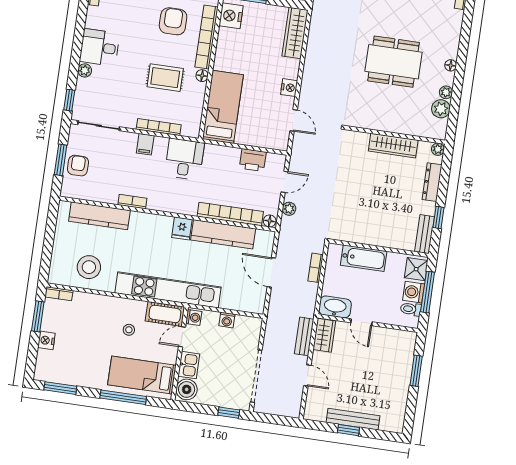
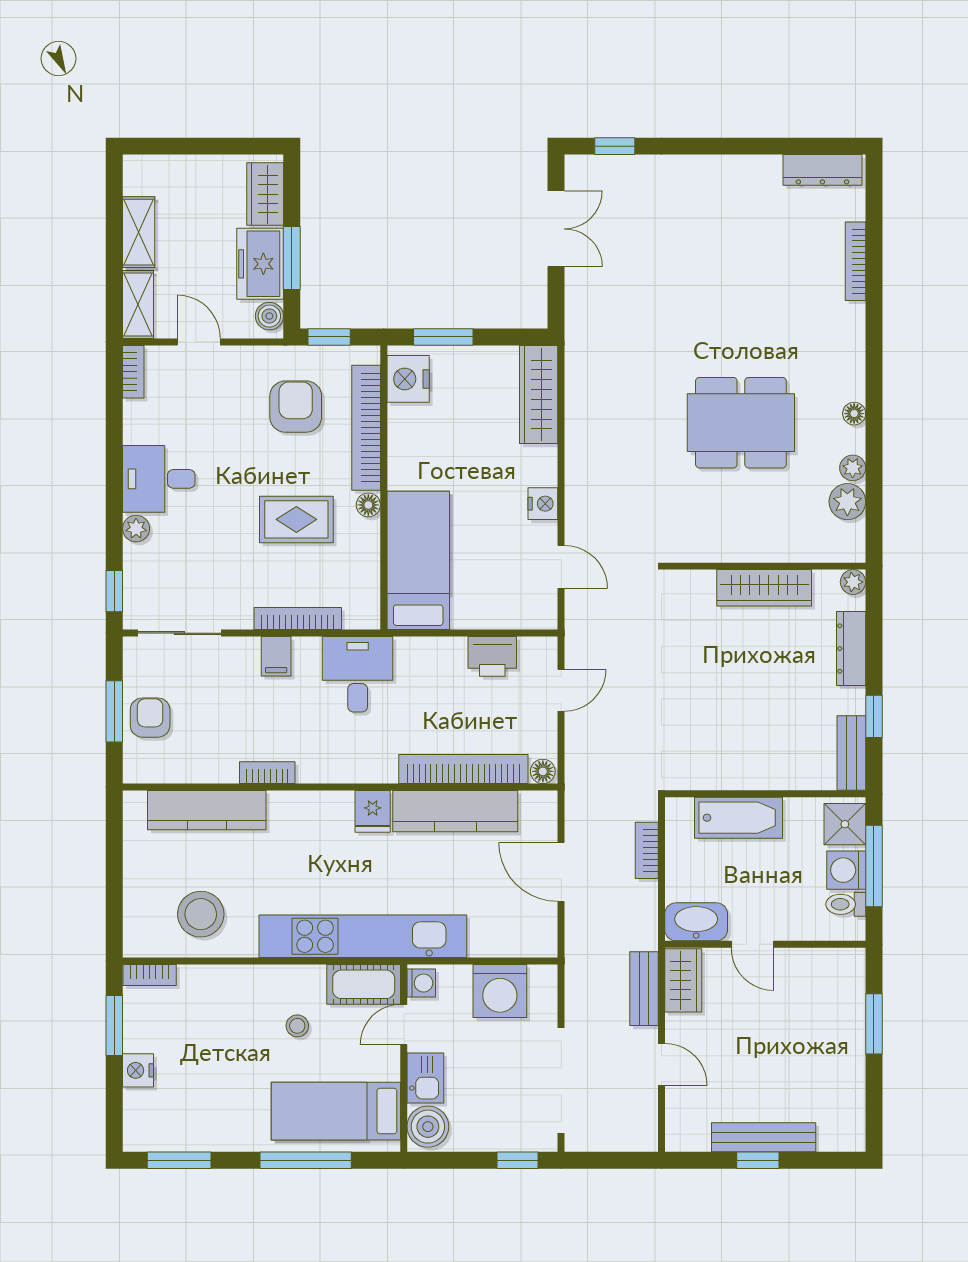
plant: (289, 209) -> (578, 742), removed
washing machine: (227, 320) -> (500, 991), width x1.89, depth x1.89

